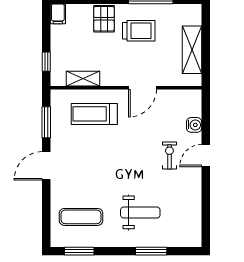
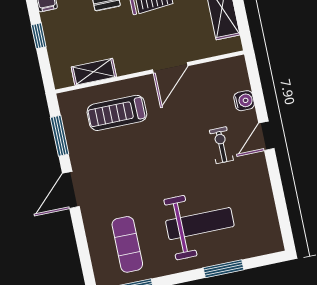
window: (46, 62) -> (39, 36), moved
weight bench: (140, 212) -> (200, 224), width x1.36, depth x1.33
exercise mat: (81, 217) -> (127, 244), turned 90

